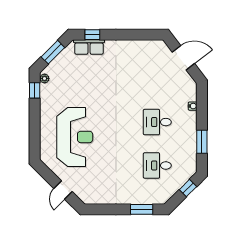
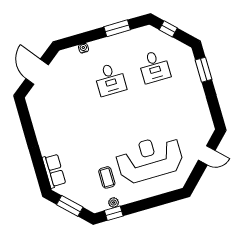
window: (92, 35) -> (40, 171), removed
plant: (45, 78) -> (114, 203), moved
coffee table: (69, 93) -> (107, 177), added

